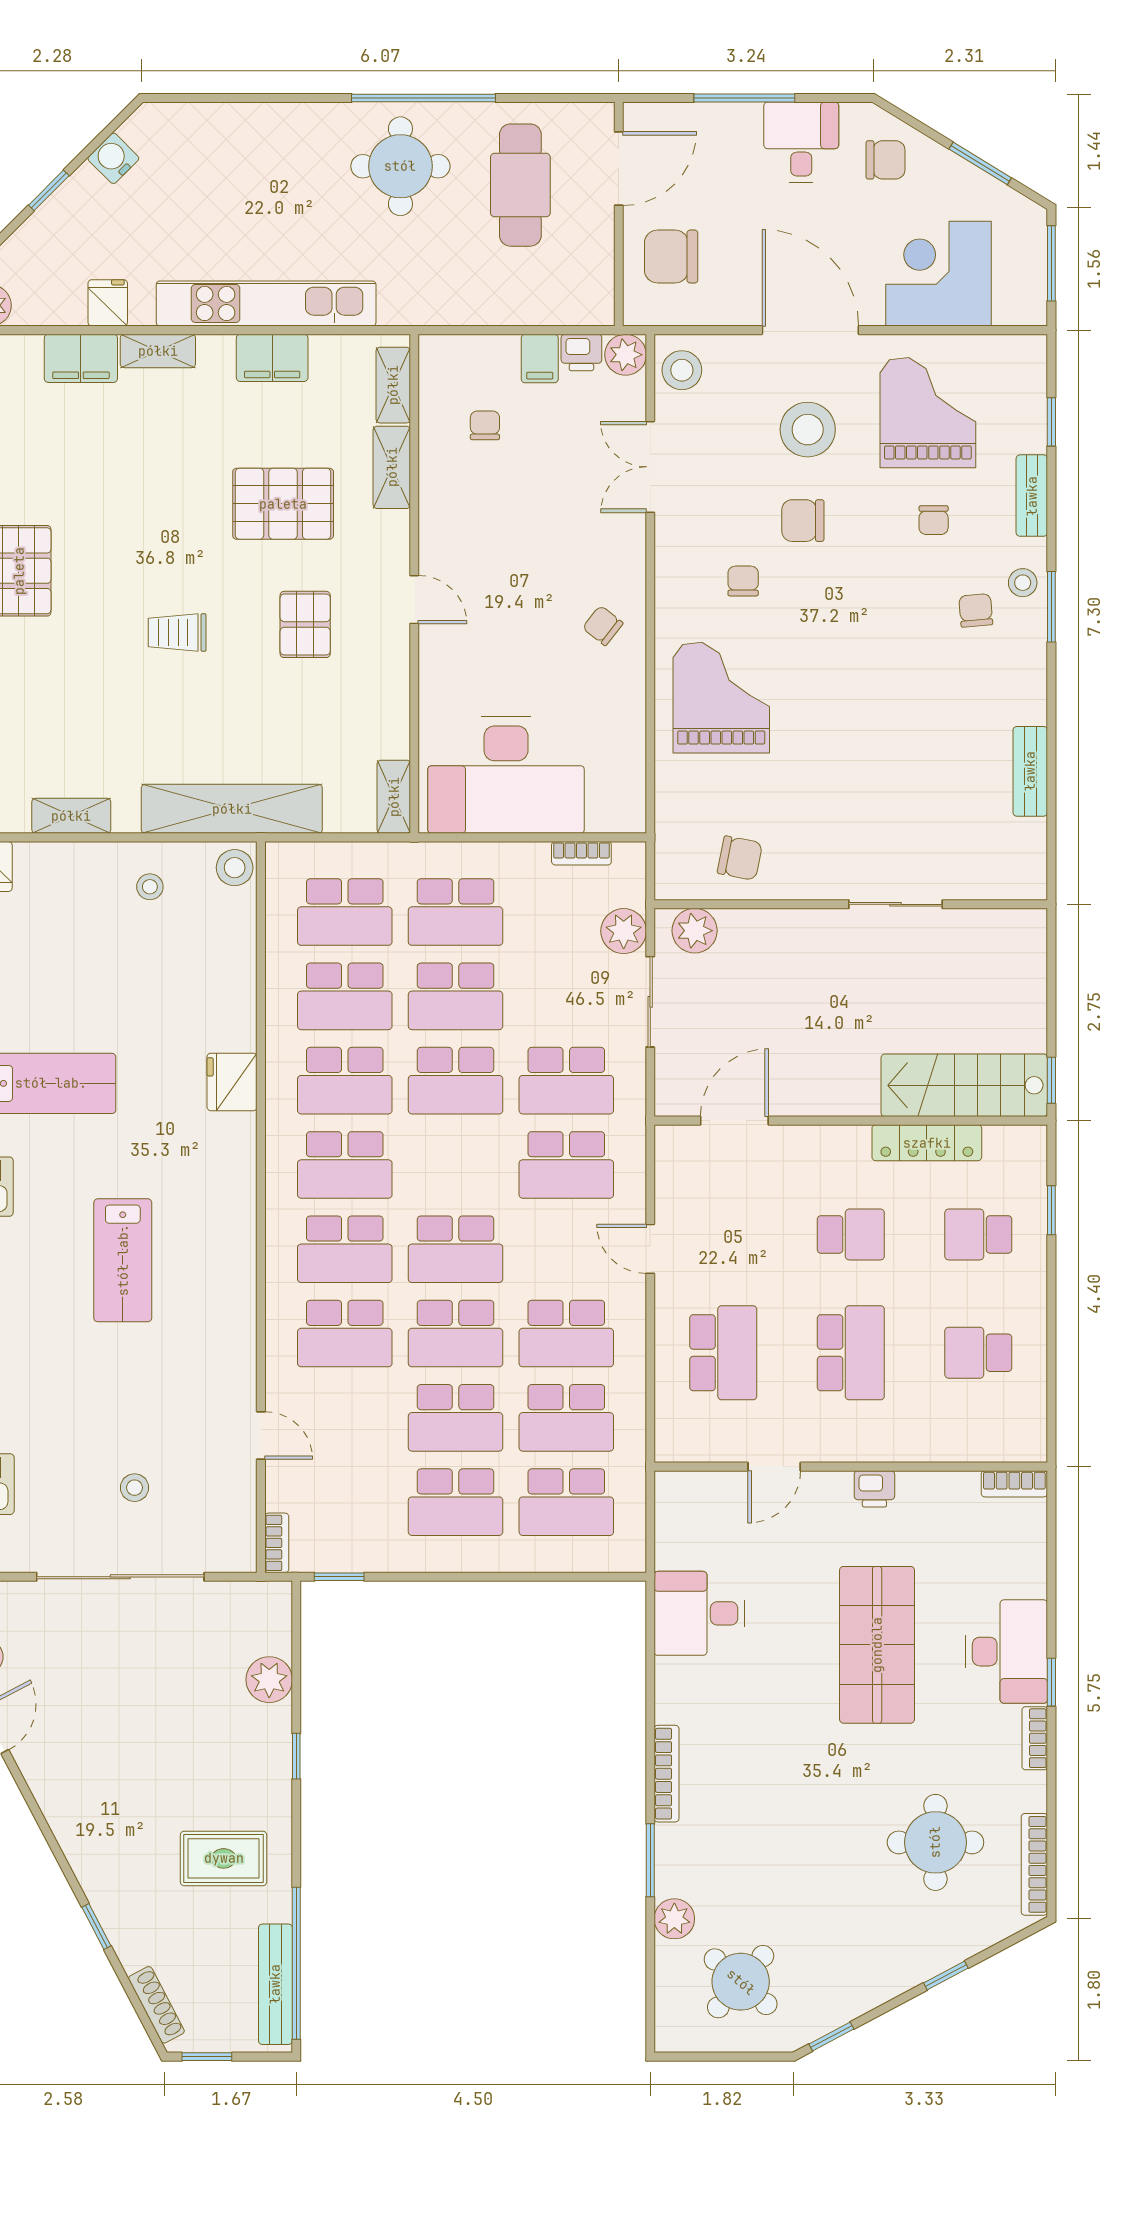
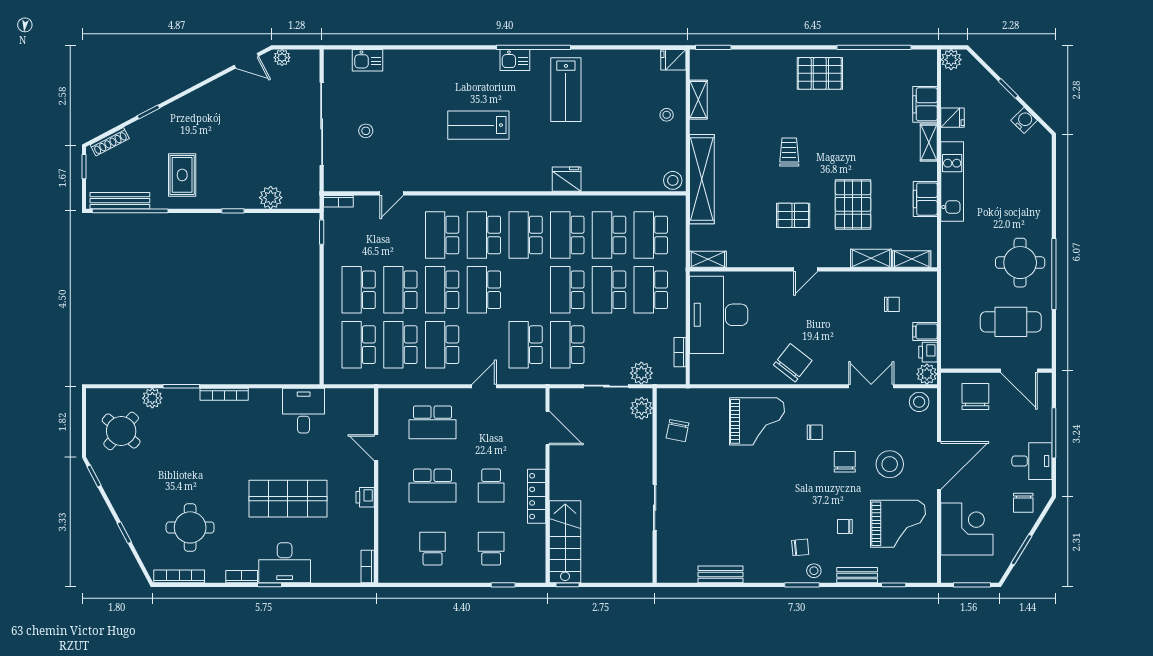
kitchen unit: (266, 303) -> (952, 182), width x0.73
chair: (603, 626) -> (793, 363), width x1.87, depth x1.87
stool: (150, 887) -> (667, 115), moved
locker: (927, 1143) -> (537, 496), moved

